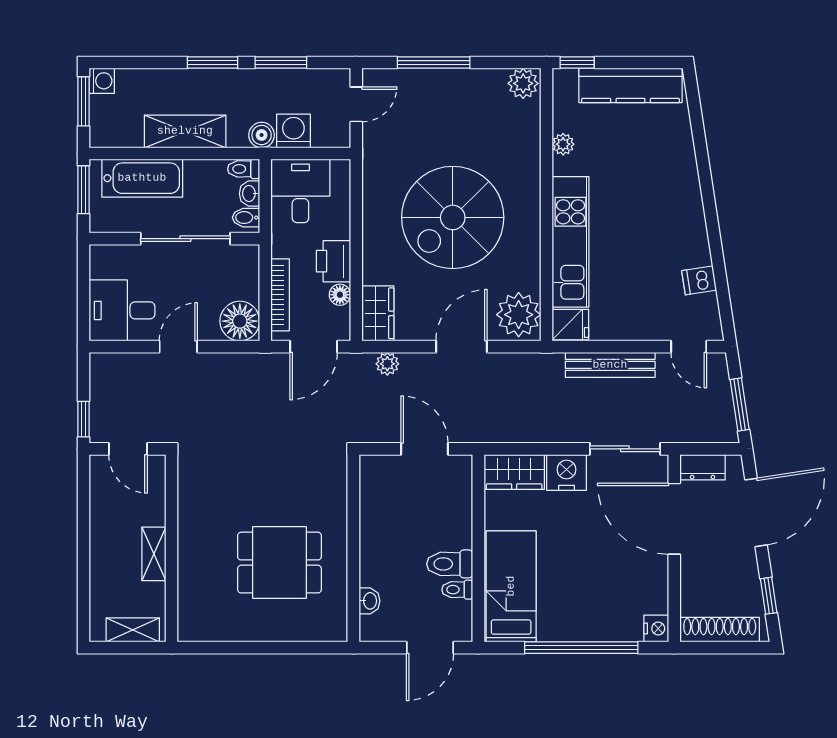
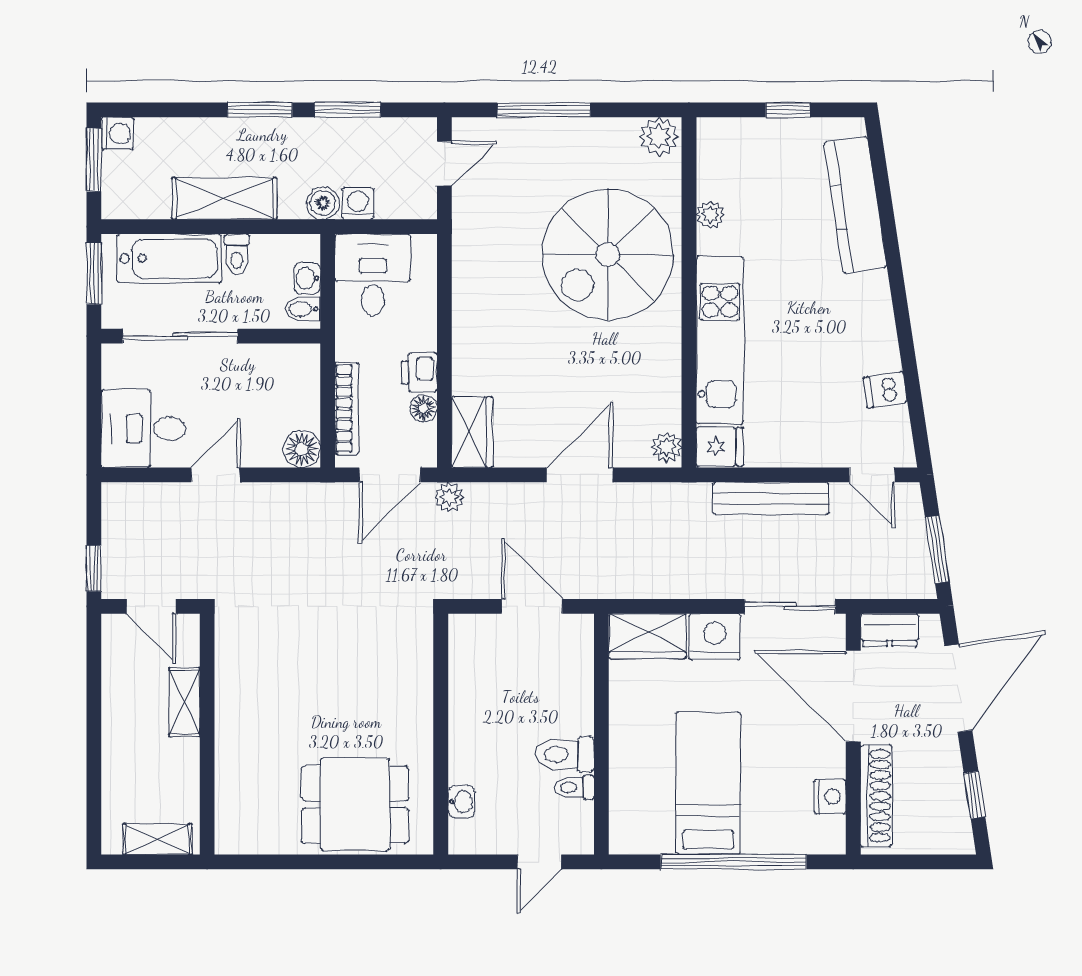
window: (577, 63) -> (788, 110), moved
kitchen counter: (631, 85) -> (855, 205), moved, turned 81
washing machine: (293, 131) -> (358, 204), width x0.73, depth x0.73
toilet: (244, 169) -> (237, 254), moved, turned -90
spiral stairs: (453, 217) -> (608, 255), moved
sliding door: (185, 239) -> (180, 336), moved
printer: (333, 261) -> (419, 372), width x0.73, depth x0.81
plant: (519, 315) -> (666, 447), width x0.53, depth x0.53
floor lamp: (240, 321) -> (302, 449), width x0.73, depth x0.73
plant: (387, 364) -> (449, 497), moved
shelving: (154, 554) -> (184, 702), moved
dining table: (279, 563) -> (355, 804), moved
bed: (511, 586) -> (708, 783), moved
nightstand: (656, 629) -> (830, 797), moved
shoe rack: (720, 630) -> (876, 796), moved, turned 90
door: (430, 648) -> (539, 862), width x0.73

